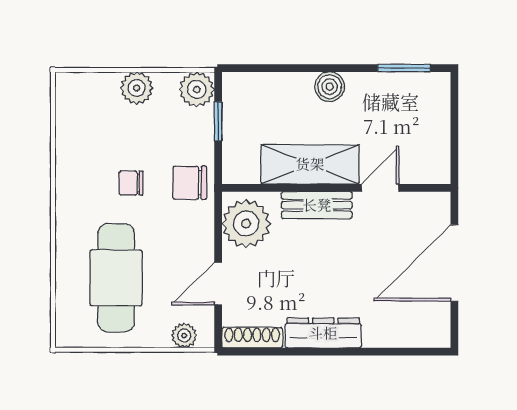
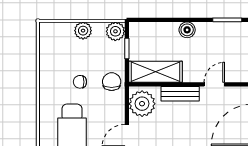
shelving: (310, 164) -> (156, 72), moved
chair: (190, 183) -> (112, 82), turned 90

